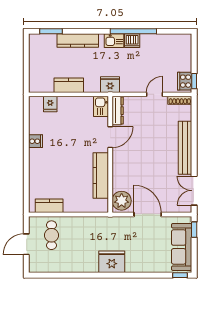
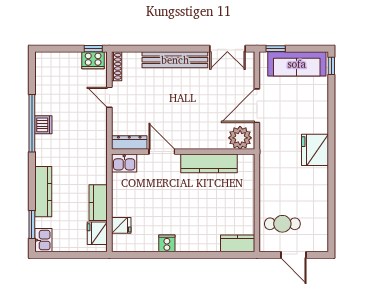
kitchen sink: (114, 41) -> (43, 240), moved
fridge: (110, 85) -> (97, 233), moved
kitchen counter: (49, 206) -> (238, 243), moved, turned 90

